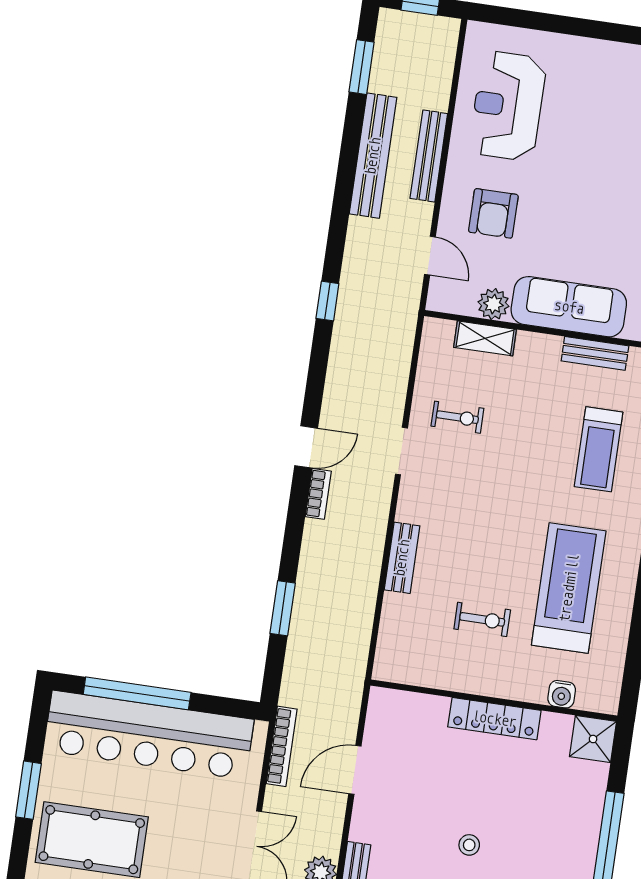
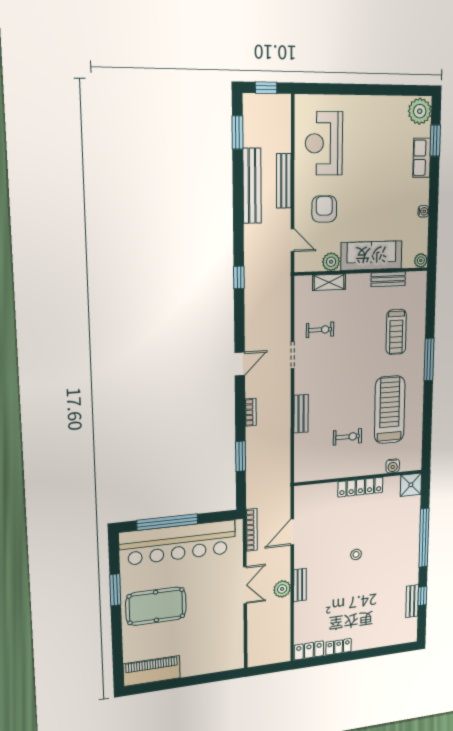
armchair: (493, 213) -> (324, 209), turned 180
bookcase: (318, 494) -> (251, 412), moved

